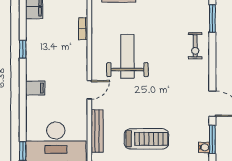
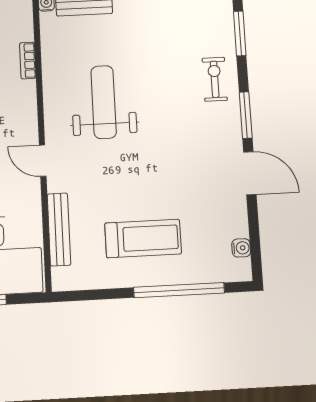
exercise bike: (195, 46) -> (215, 79), turned 180
door: (89, 90) -> (43, 161), swing flipped
window: (212, 139) -> (246, 115), moved

